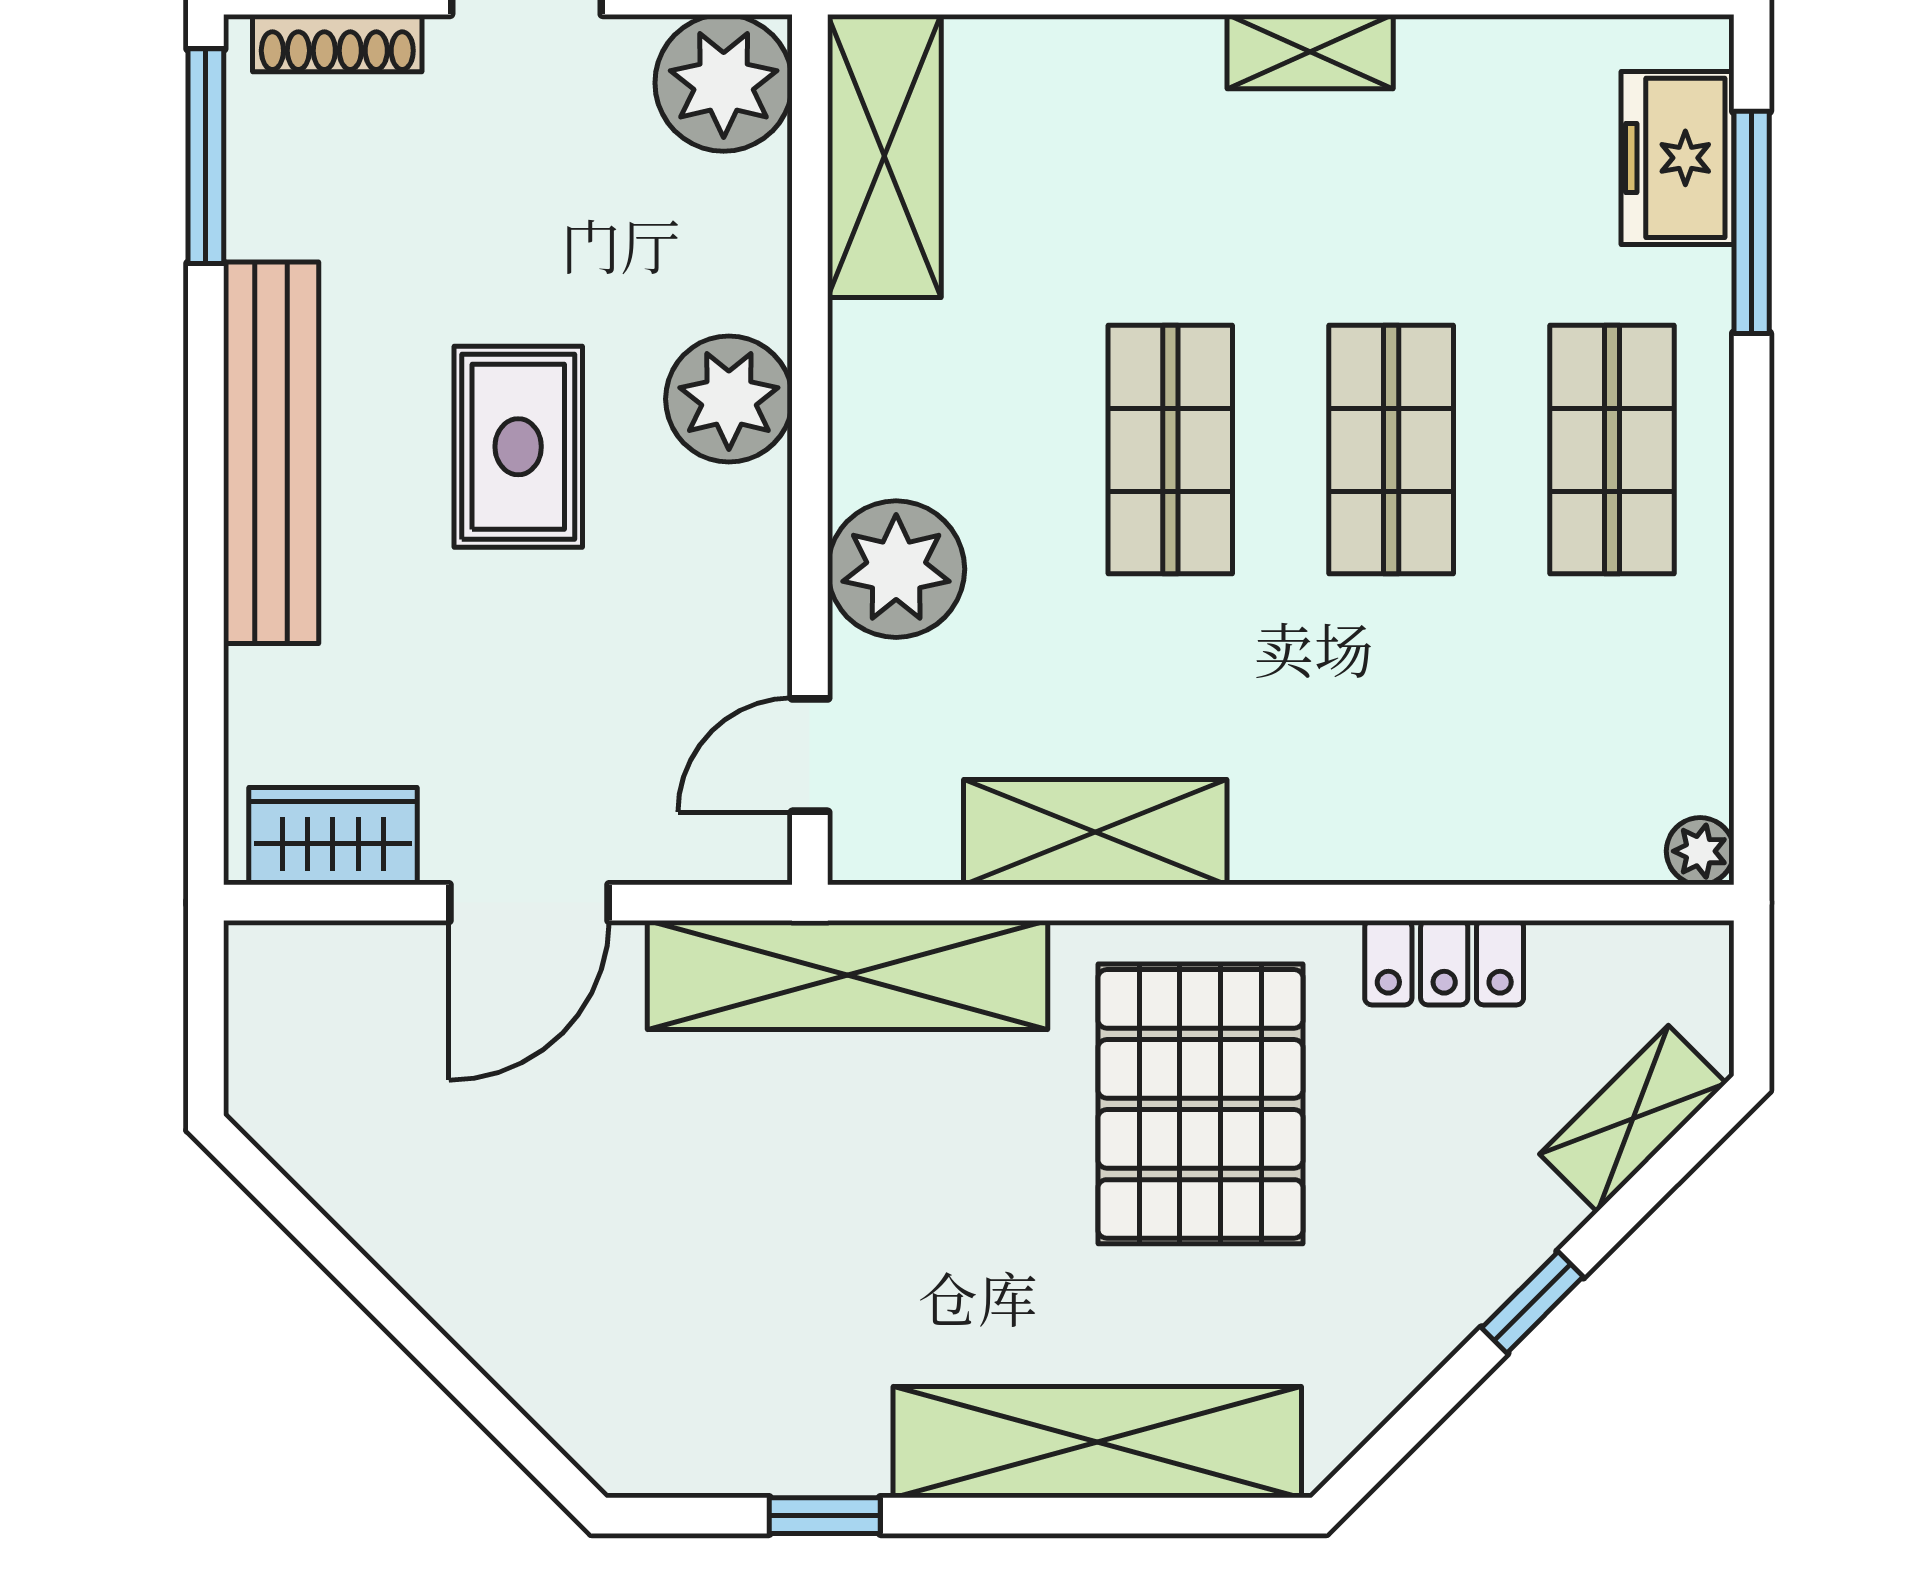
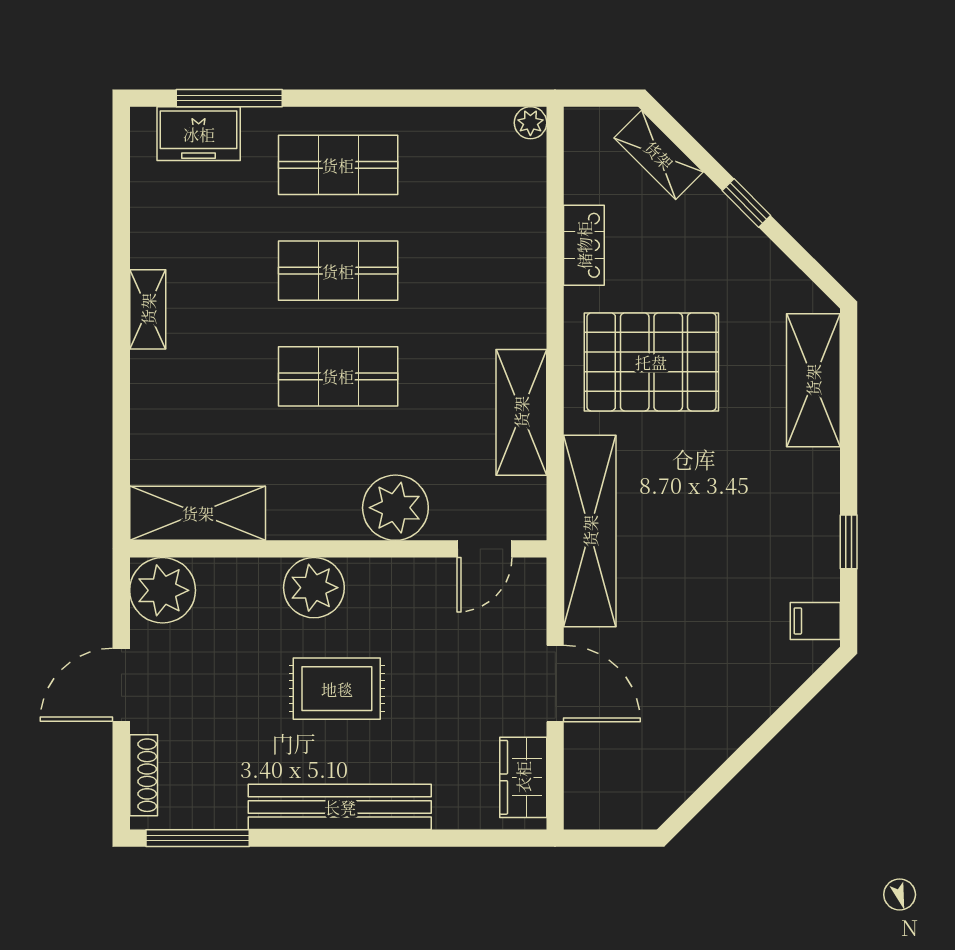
door: (810, 755) -> (484, 549), hinge flipped
shelving: (1097, 1442) -> (813, 380), width x0.68
filing cabinet: (660, 1446) -> (815, 621), added

